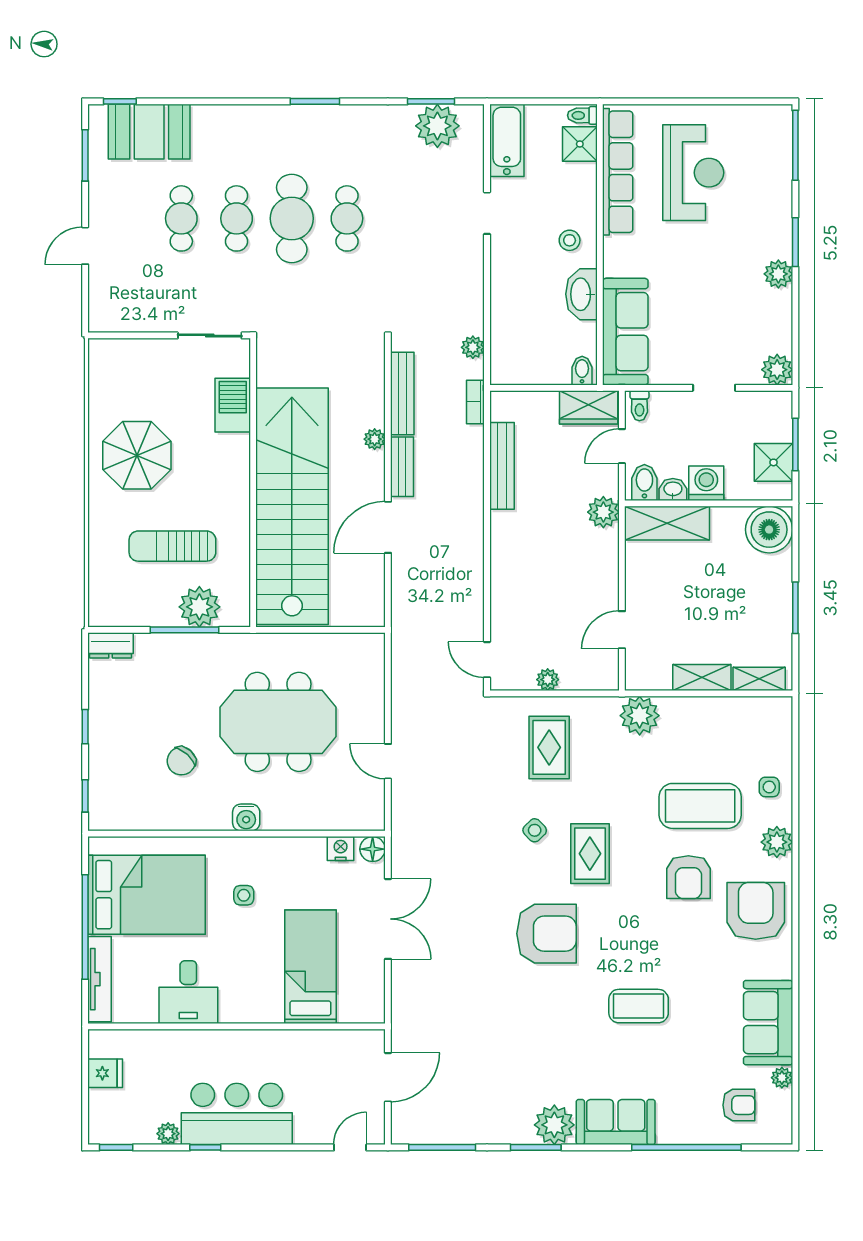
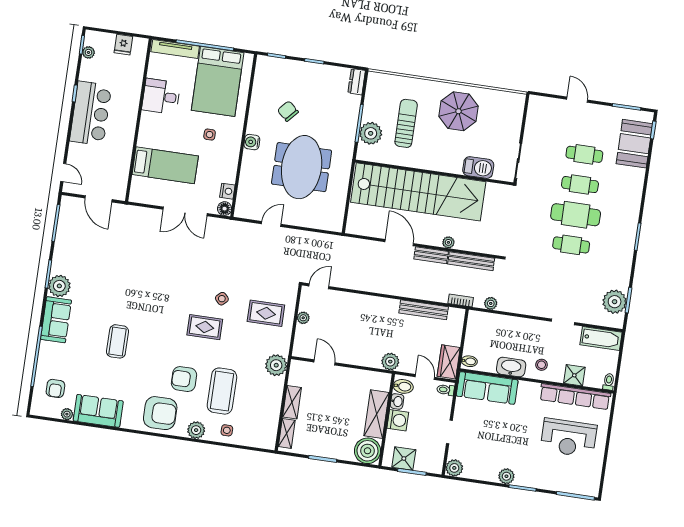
shower: (580, 144) -> (574, 375), moved
shelving: (667, 523) -> (376, 414), moved
armchair: (547, 934) -> (164, 297), removed
plant: (168, 1134) -> (88, 52), moved

